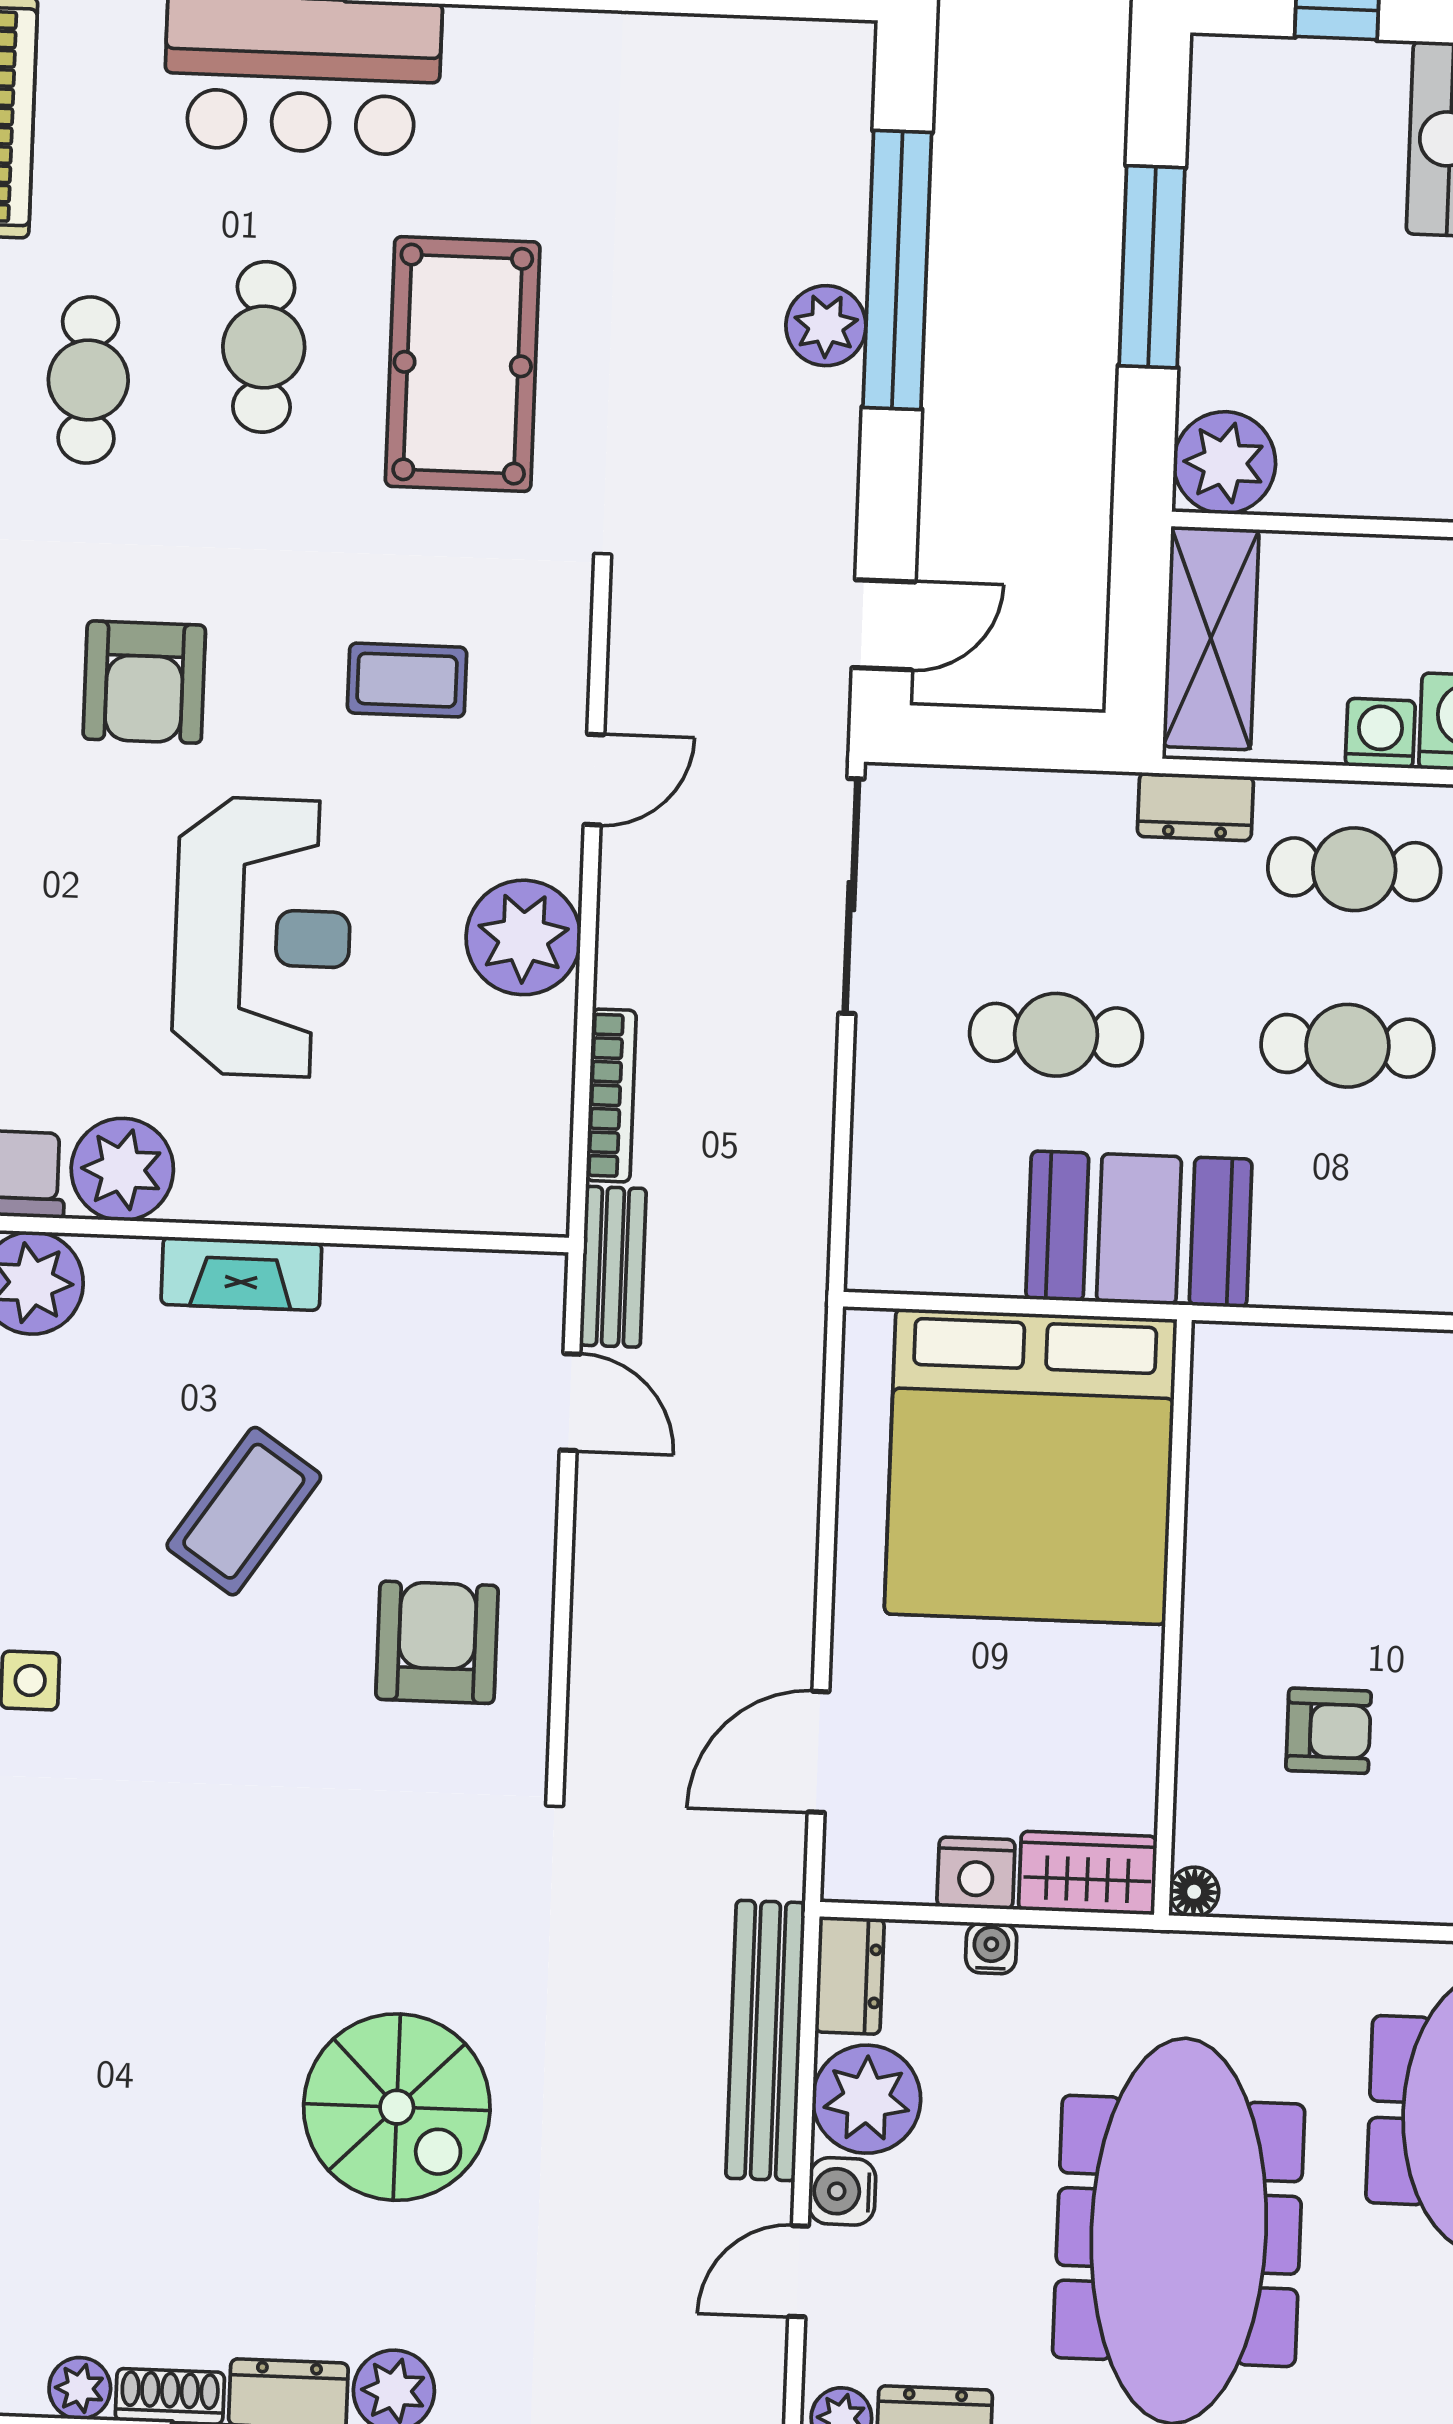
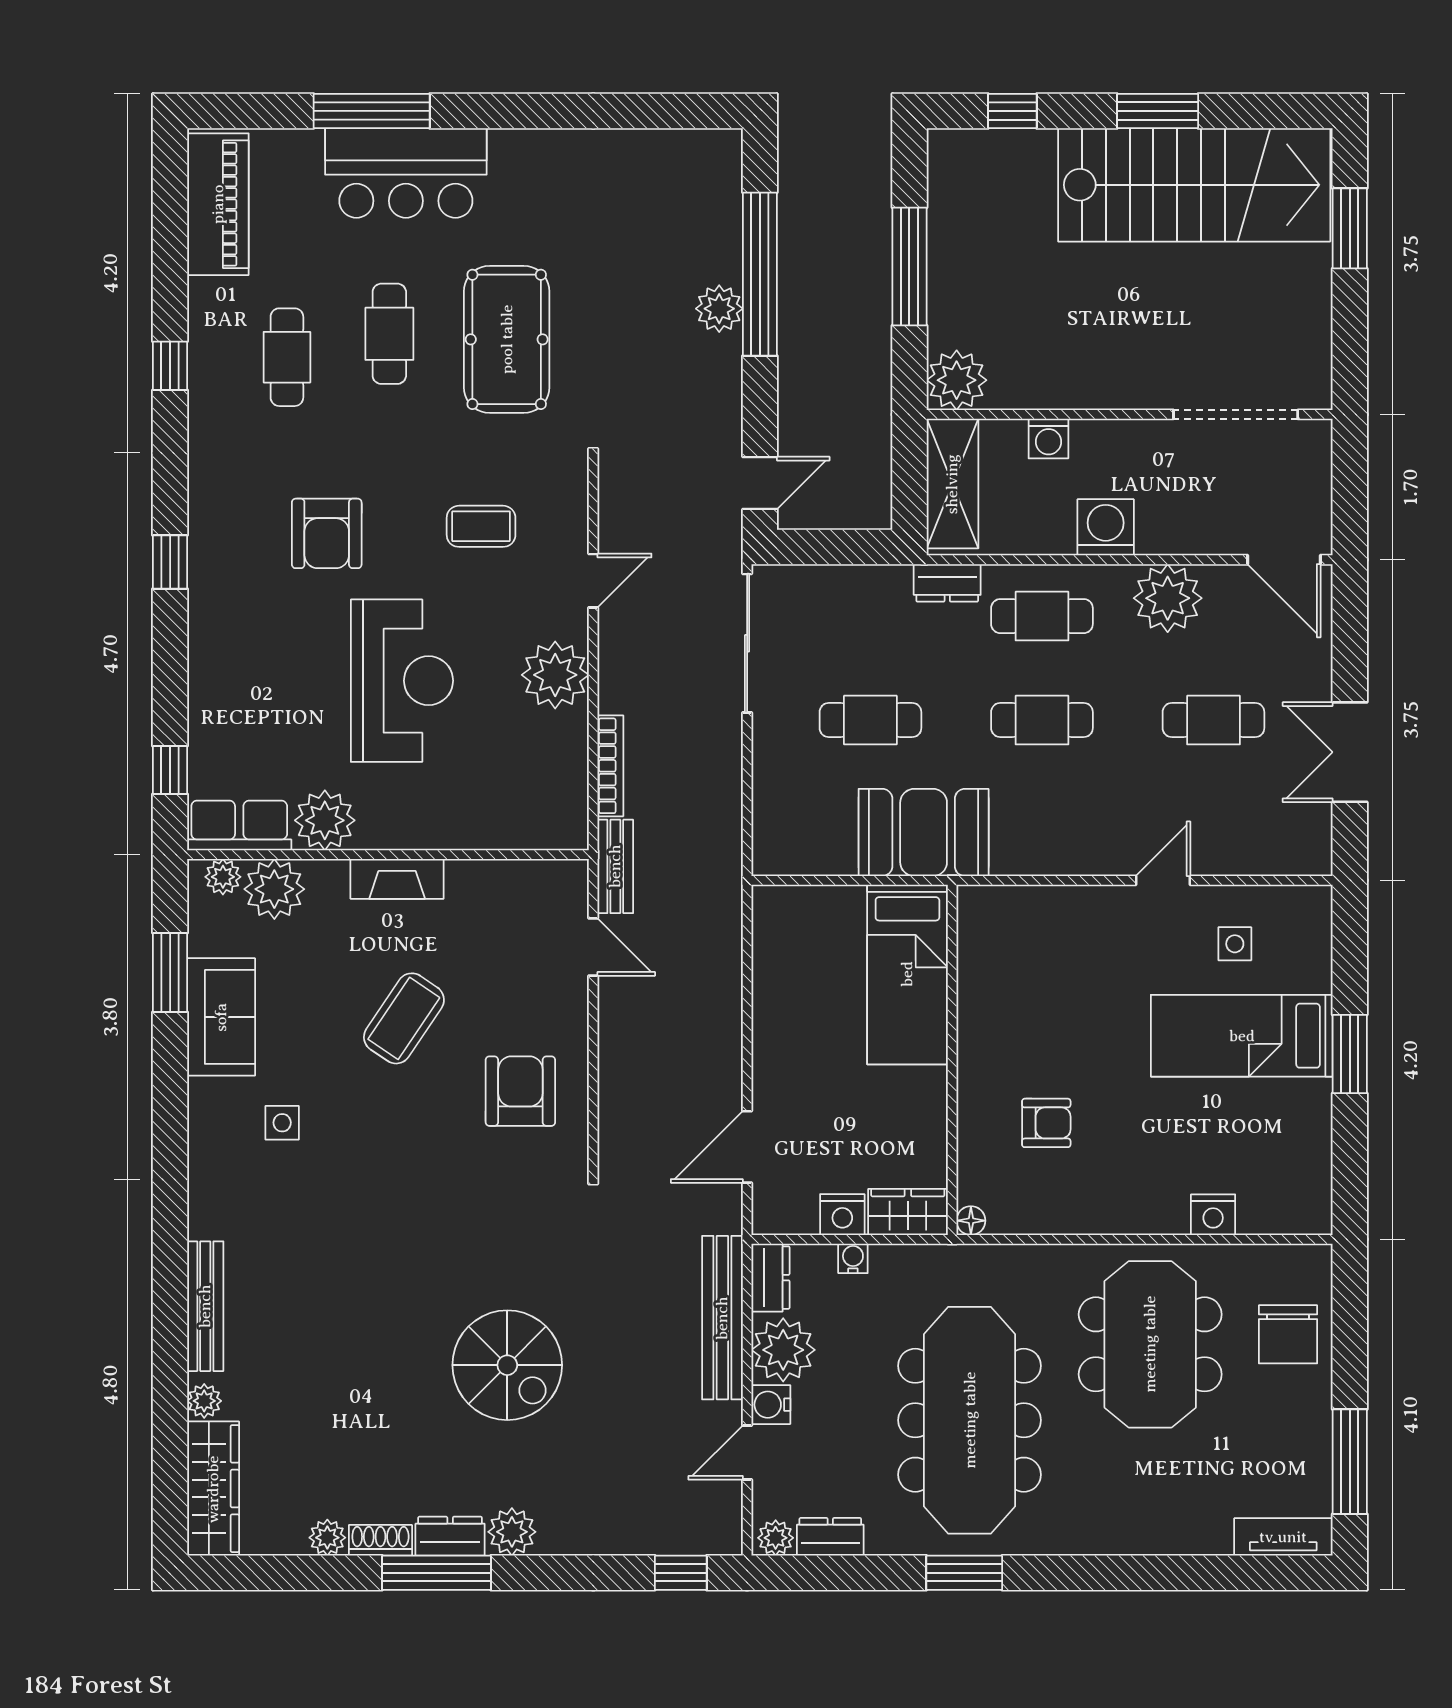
washing machine: (1380, 733) -> (1048, 439), moved, turned 180
bed: (1031, 1467) -> (907, 974), width x0.49

